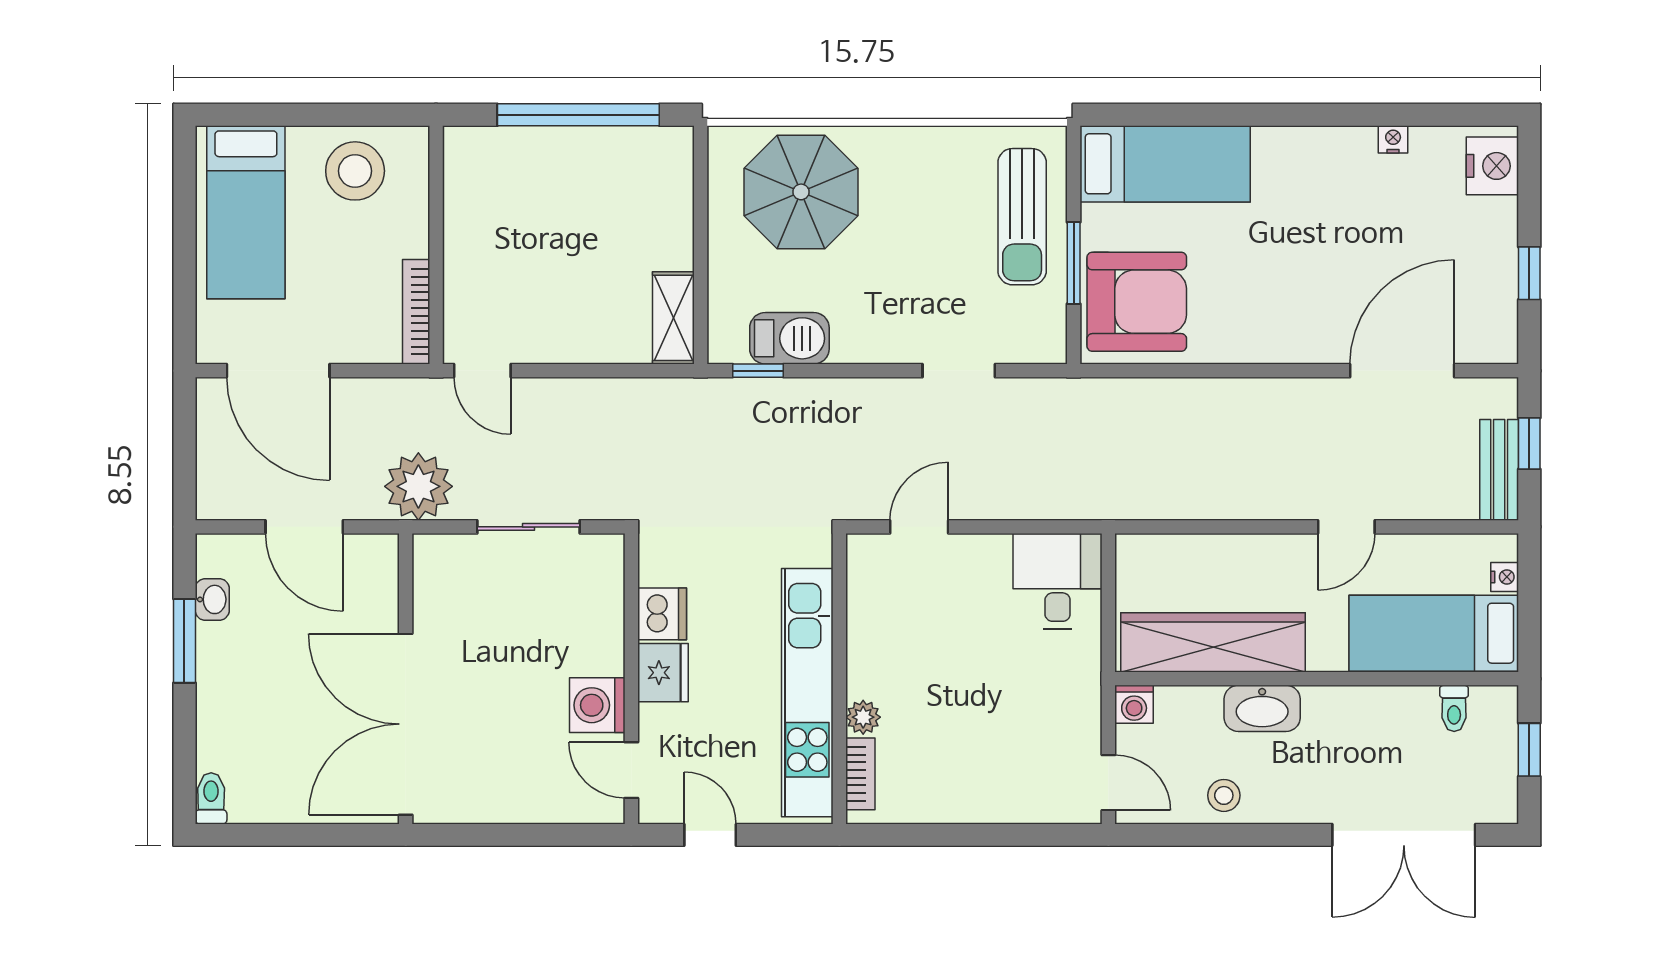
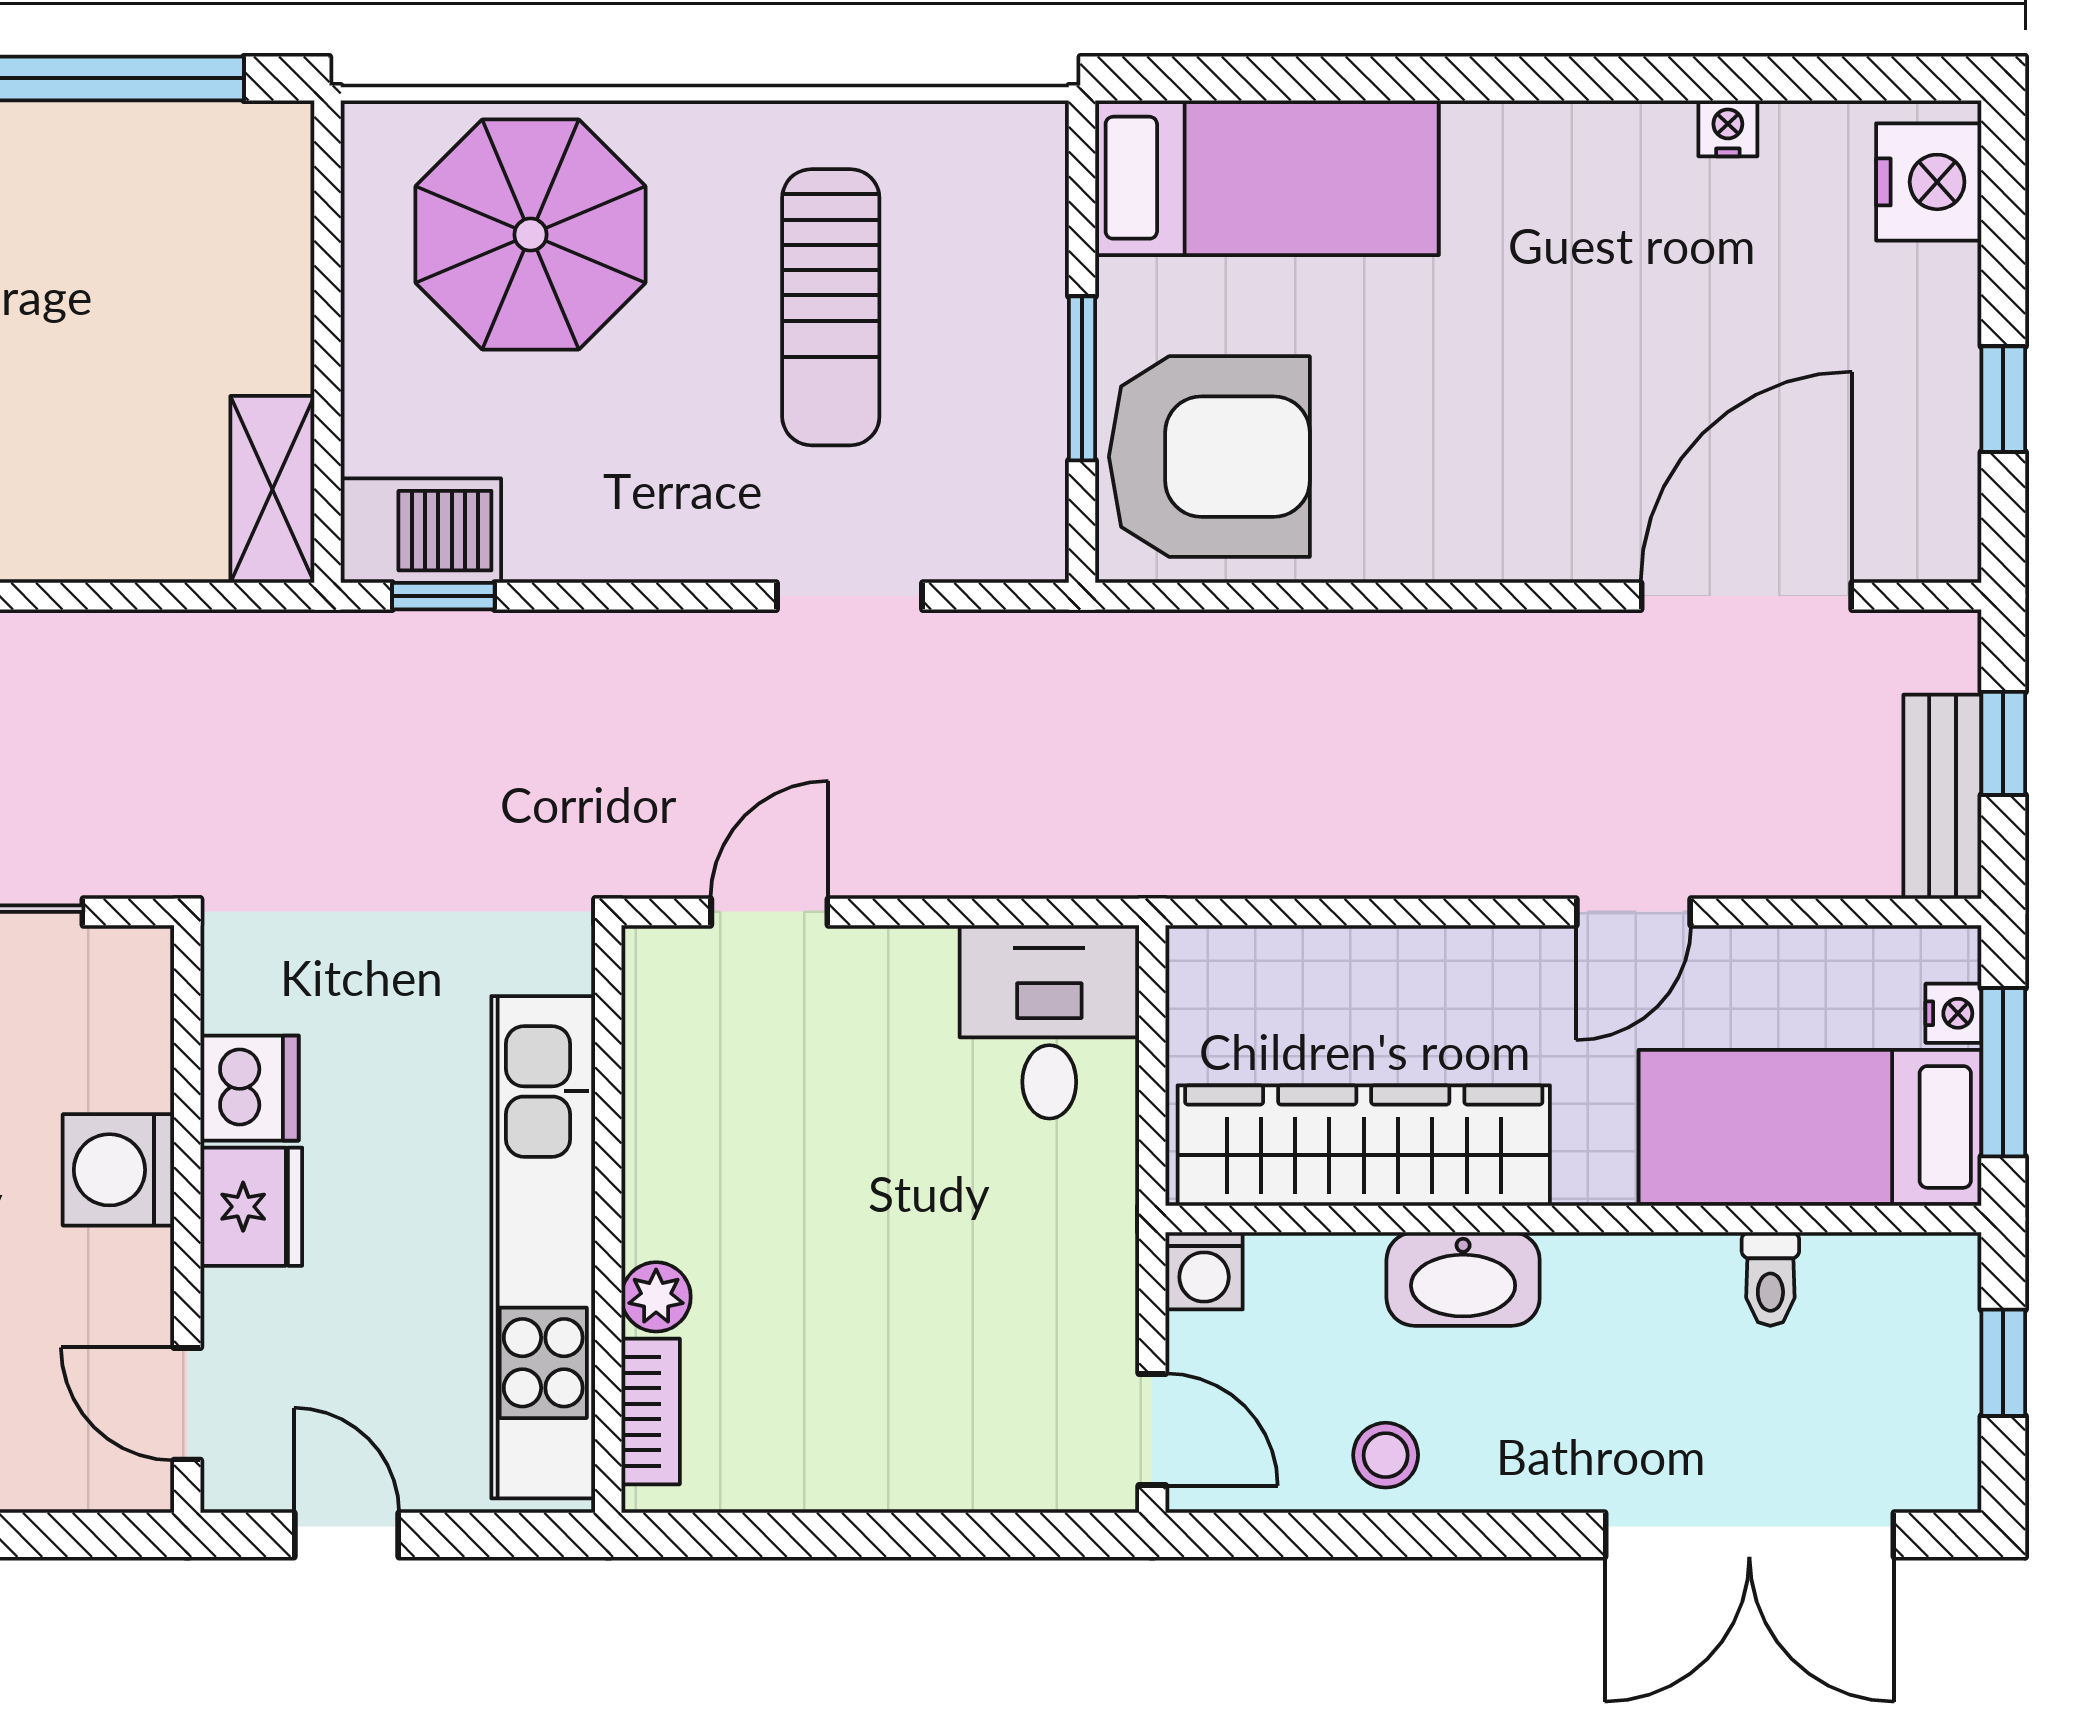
sun lounger: (1022, 217) -> (831, 307), moved
barbecue: (789, 338) -> (421, 531), moved
window: (1529, 606) -> (2003, 1072), added
washing machine: (597, 705) -> (118, 1170), moved
toilet: (1454, 708) -> (1770, 1279), moved

